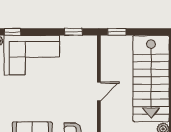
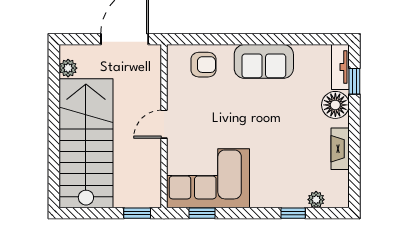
corner sofa: (32, 55) -> (208, 178), moved

